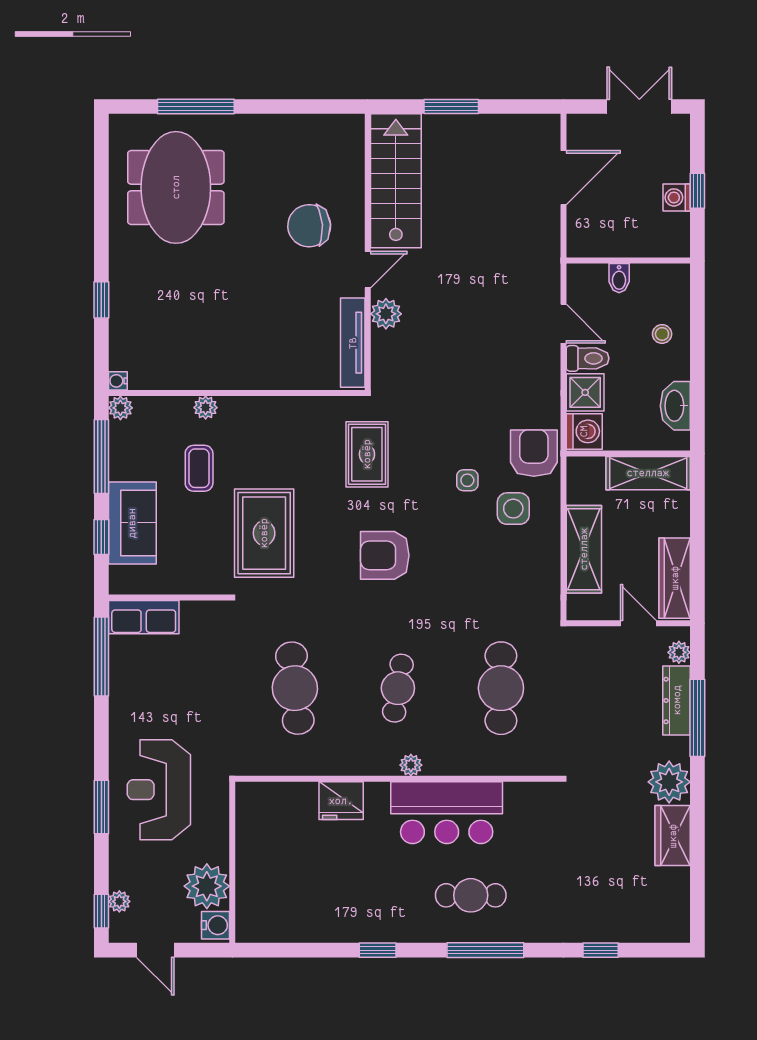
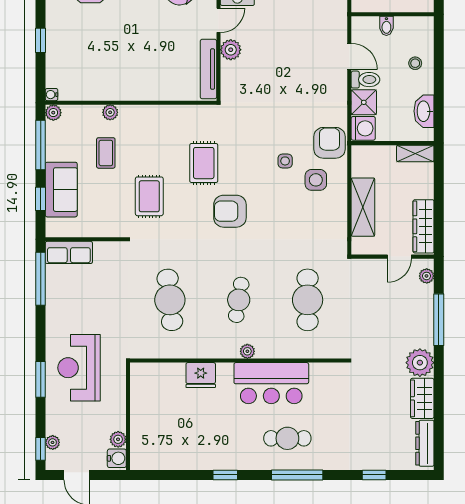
rug: (367, 454) -> (204, 163), moved
shelving: (648, 473) -> (415, 153), width x0.67, depth x0.75
rug: (264, 533) -> (149, 196), width x0.73, depth x0.70
door: (638, 623) -> (399, 257), swing flipped
dresser: (677, 700) -> (425, 443), moved
plant: (207, 886) -> (118, 439), width x0.53, depth x0.53

